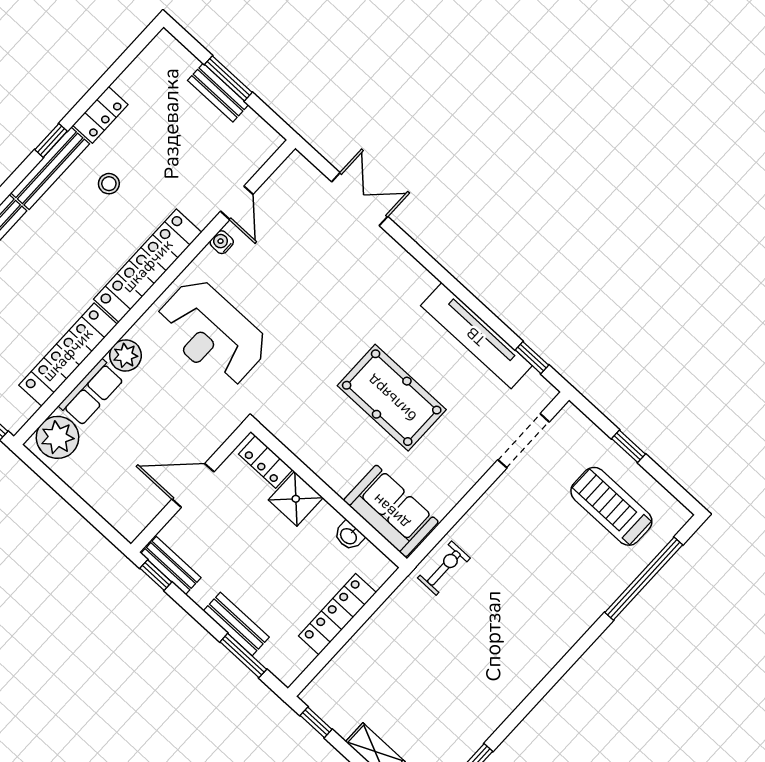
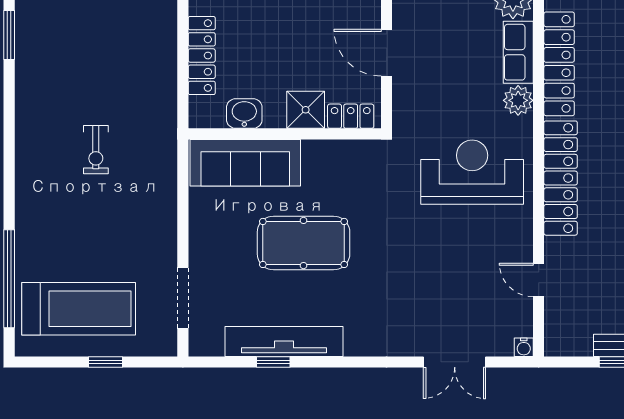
water cooler: (222, 242) -> (524, 347), moved, turned 90
window: (532, 358) -> (273, 362), moved
door: (193, 485) -> (387, 53), swing flipped
treadmill: (611, 506) -> (79, 309), width x1.37, depth x1.38
sofa: (391, 511) -> (245, 163), width x1.36
washbasin: (349, 536) -> (244, 114), width x1.38, depth x1.45
exercise bike: (444, 568) -> (96, 150), moved

